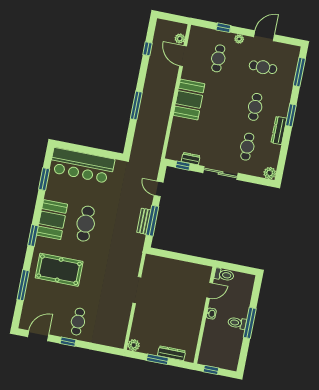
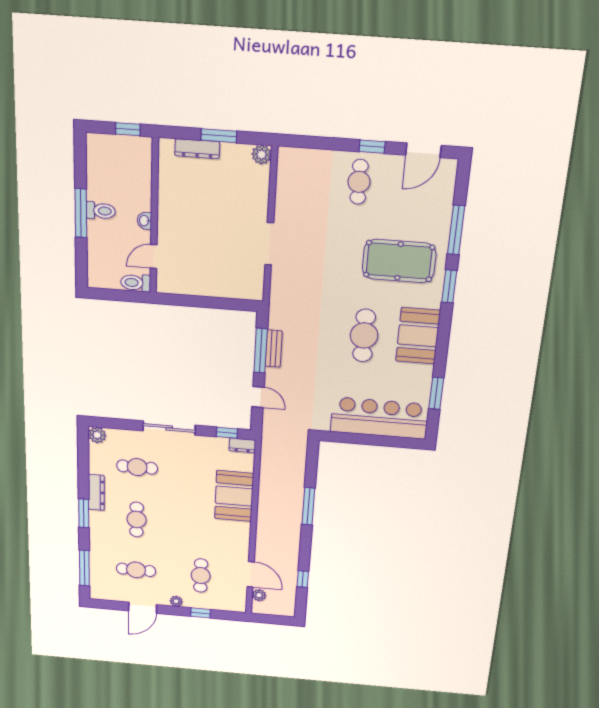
booth: (189, 99) -> (234, 496), moved
cafe table: (247, 147) -> (137, 467), turned 90
dresser: (191, 159) -> (242, 445), moved
window: (33, 236) -> (449, 286), moved

